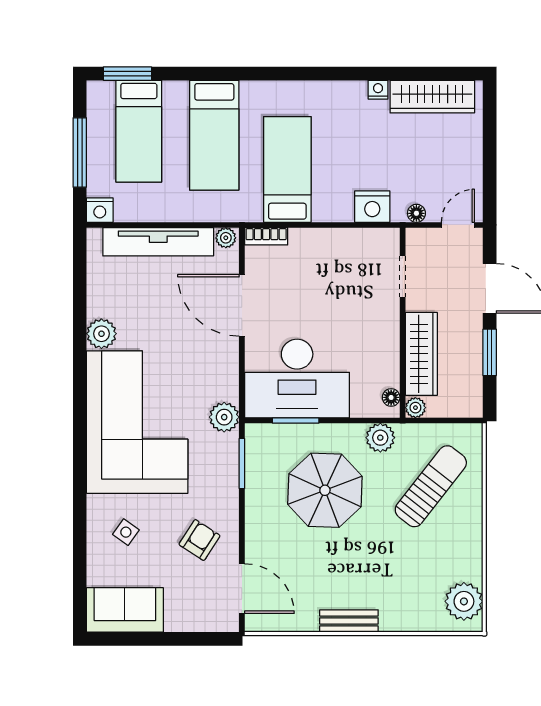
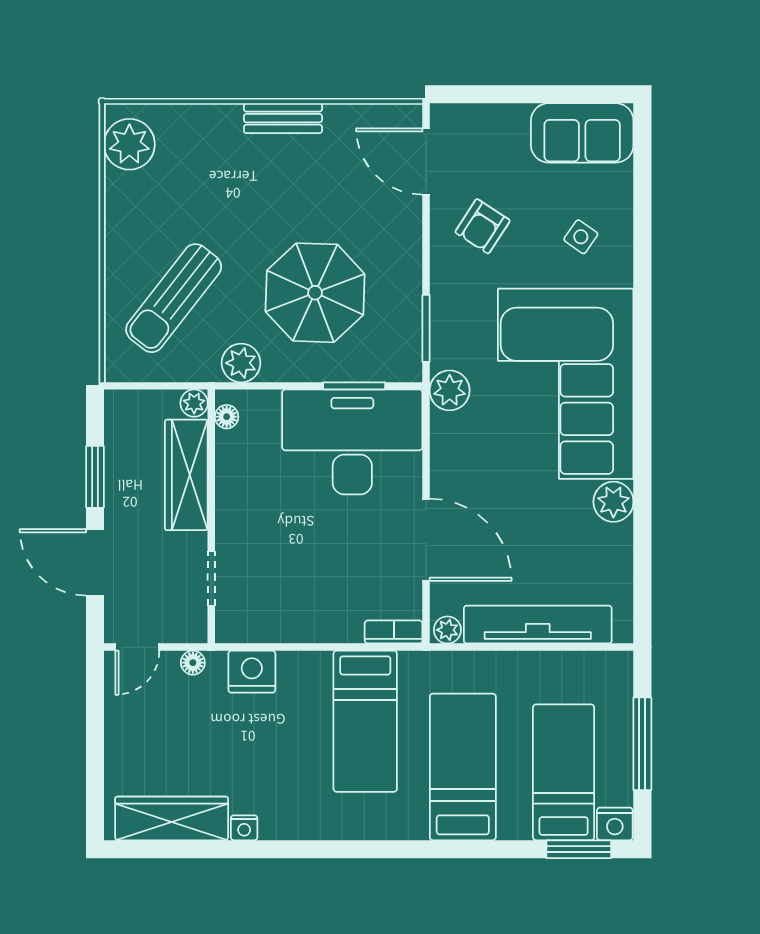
nightstand: (100, 210) -> (615, 824), moved, turned 180

